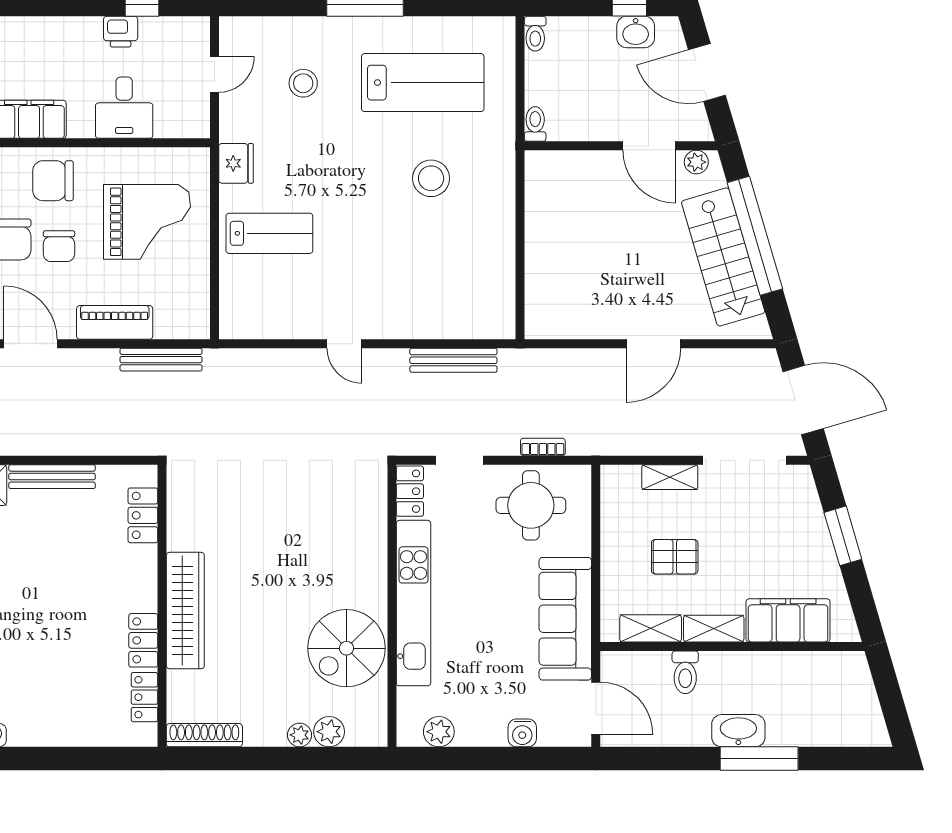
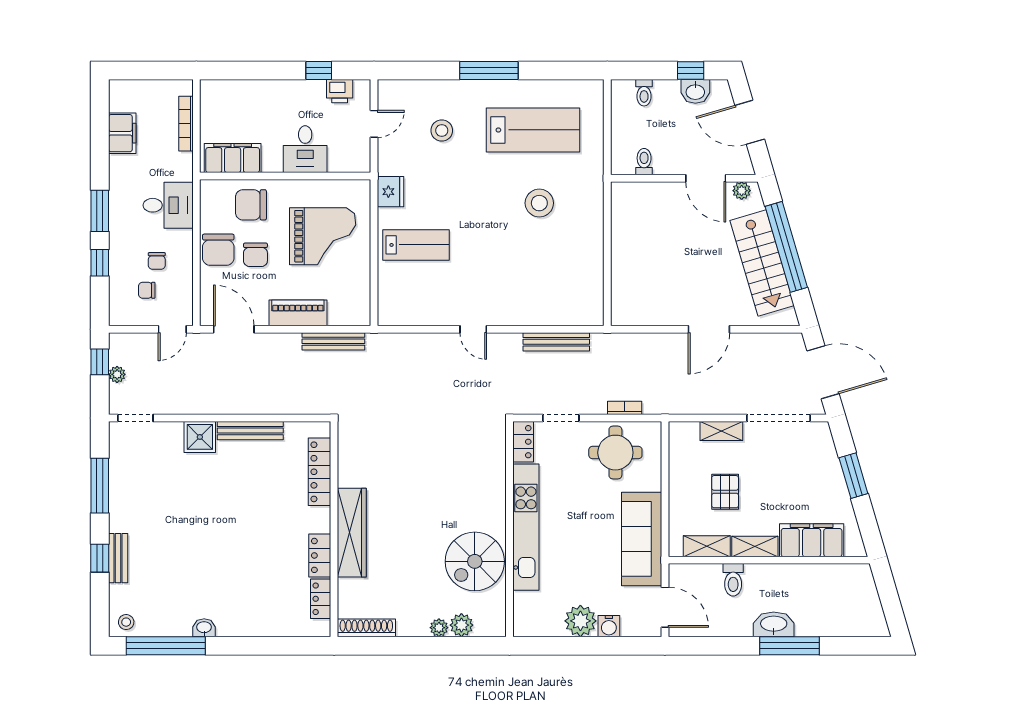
printer: (121, 32) -> (340, 91), moved
toilet: (535, 34) -> (644, 93), moved
toilet: (535, 124) -> (644, 162), moved
locker: (143, 515) -> (320, 472), width x1.53
pallet: (675, 557) -> (725, 492), turned 90
plant: (439, 732) -> (580, 621), moved, width x1.36, depth x1.36

